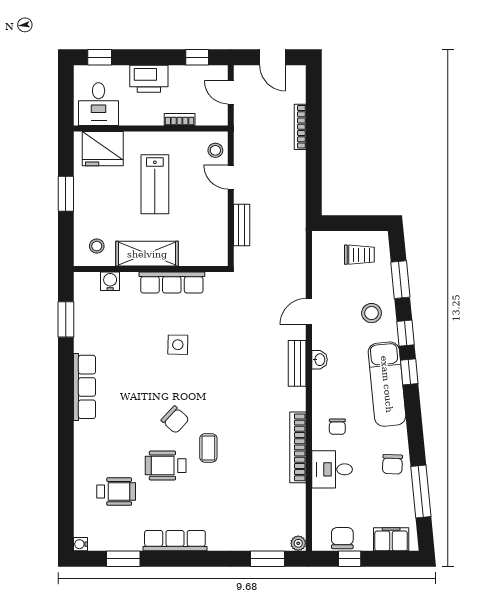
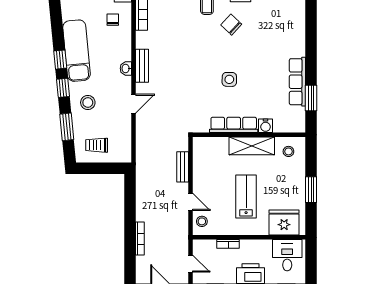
water cooler: (110, 281) -> (266, 126), moved
row of seats: (85, 387) -> (297, 82), moved

